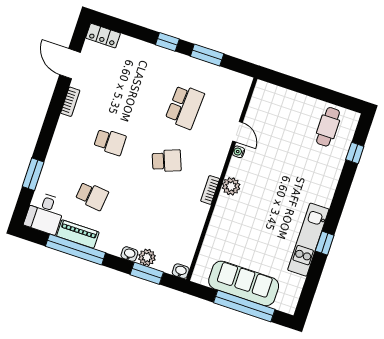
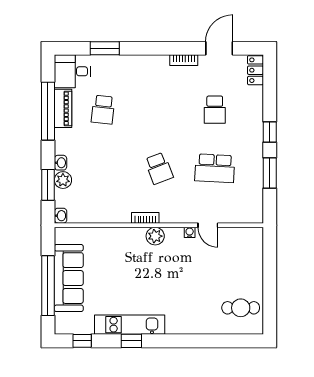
door: (238, 132) -> (208, 225), hinge flipped
school desk: (110, 142) -> (215, 110), moved
window: (355, 153) -> (82, 341), moved

